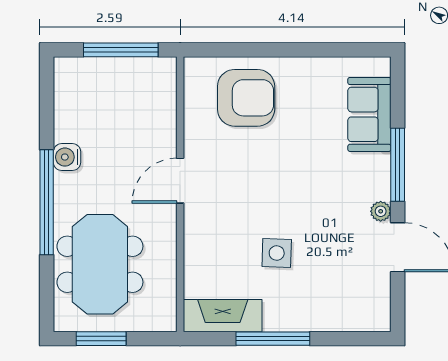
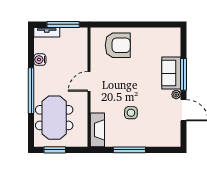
tv unit: (83, 68) -> (47, 32), added
sofa: (369, 114) -> (171, 73), moved
water cooler: (67, 157) -> (40, 60), moved
fireplace: (223, 316) -> (97, 130), moved, turned 90

